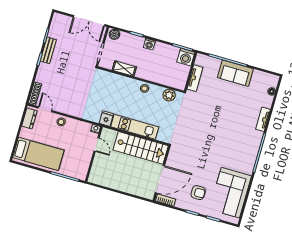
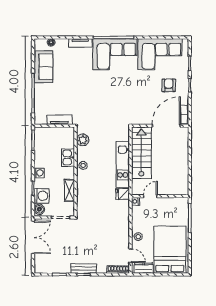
bench: (48, 50) -> (84, 269), moved
washing machine: (186, 57) -> (42, 196), moved
sofa: (235, 73) -> (44, 67), moved
kitchen sink: (156, 76) -> (68, 158), added
door: (45, 109) -> (130, 256), swing flipped
corner sofa: (243, 149) -> (115, 54), added
bed: (38, 154) -> (170, 250), width x1.50
door: (160, 179) -> (166, 126), hinge flipped

